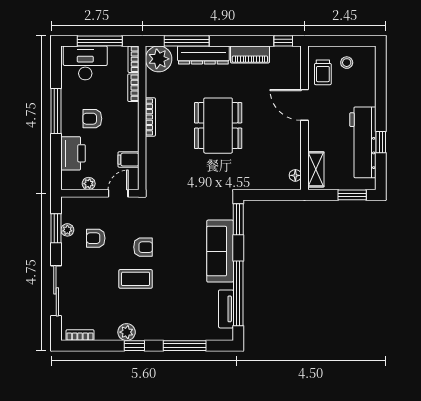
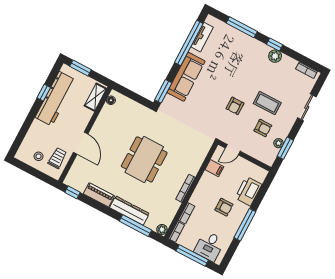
plant: (159, 59) -> (162, 230), width x0.53, depth x0.53
desk: (85, 63) -> (209, 246), width x0.73
plant: (89, 184) -> (249, 166), removed
armchair: (143, 247) -> (235, 106), turned -90
coffee table: (136, 279) -> (267, 103), moved
sliding door: (56, 291) -> (307, 107), width x0.73

